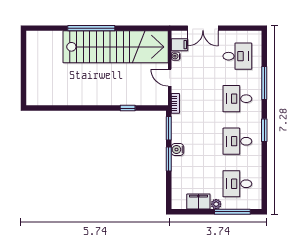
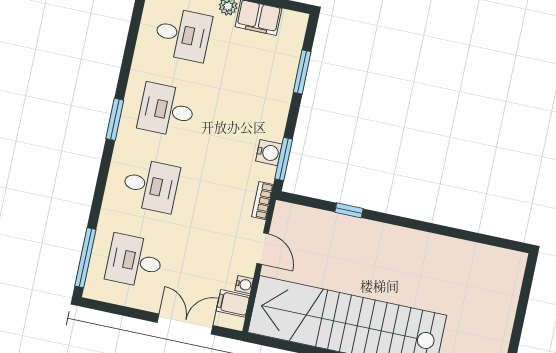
window: (264, 83) -> (85, 258), moved
desk: (237, 141) -> (167, 110), turned 180
water cooler: (177, 149) -> (269, 153), moved
window: (169, 159) -> (302, 72), moved

